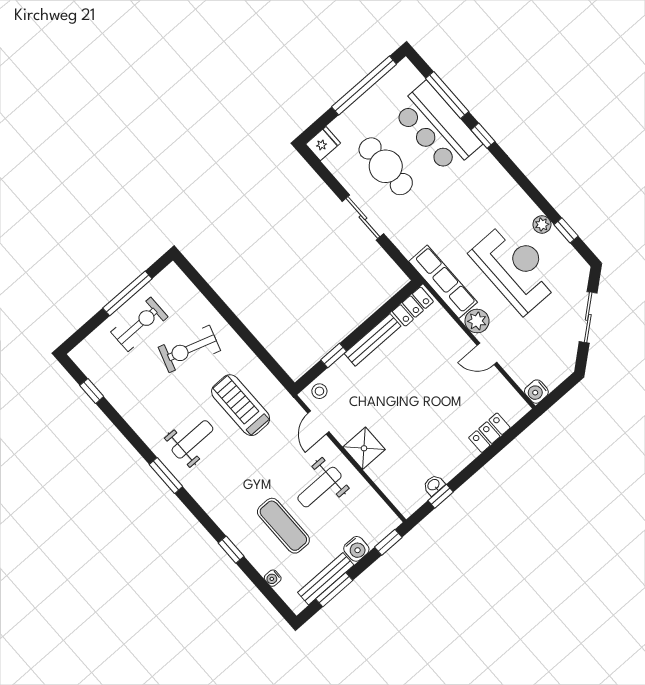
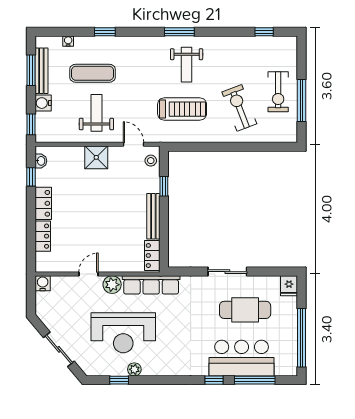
exercise bike: (189, 349) -> (239, 108), turned -39
locker: (456, 461) -> (43, 203), added
washbasin: (434, 485) -> (41, 161), moved

